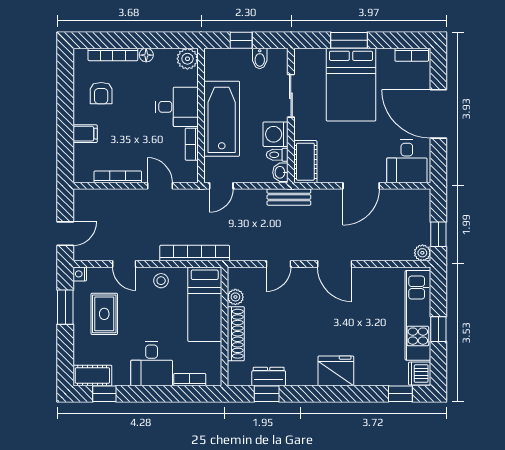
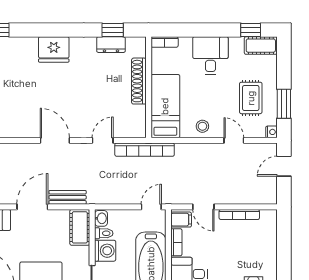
filing cabinet: (85, 134) -> (181, 220), moved, turned 180
bench: (289, 197) -> (68, 197), moved
bookcase: (195, 253) -> (145, 150), moved
plant: (235, 297) -> (139, 112), removed
bookcase: (190, 380) -> (165, 42), moved

